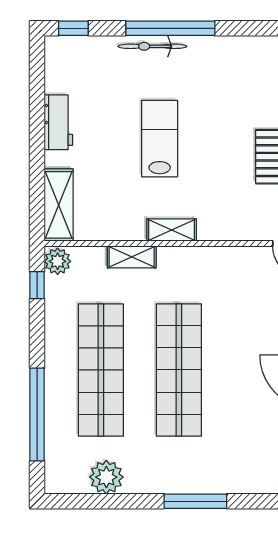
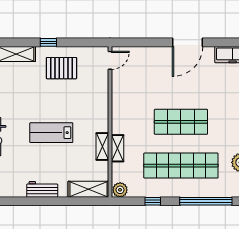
shelving: (172, 230) -> (102, 147), moved
window: (37, 285) -> (153, 201), moved
shop shelf: (179, 370) -> (181, 122), width x0.71

